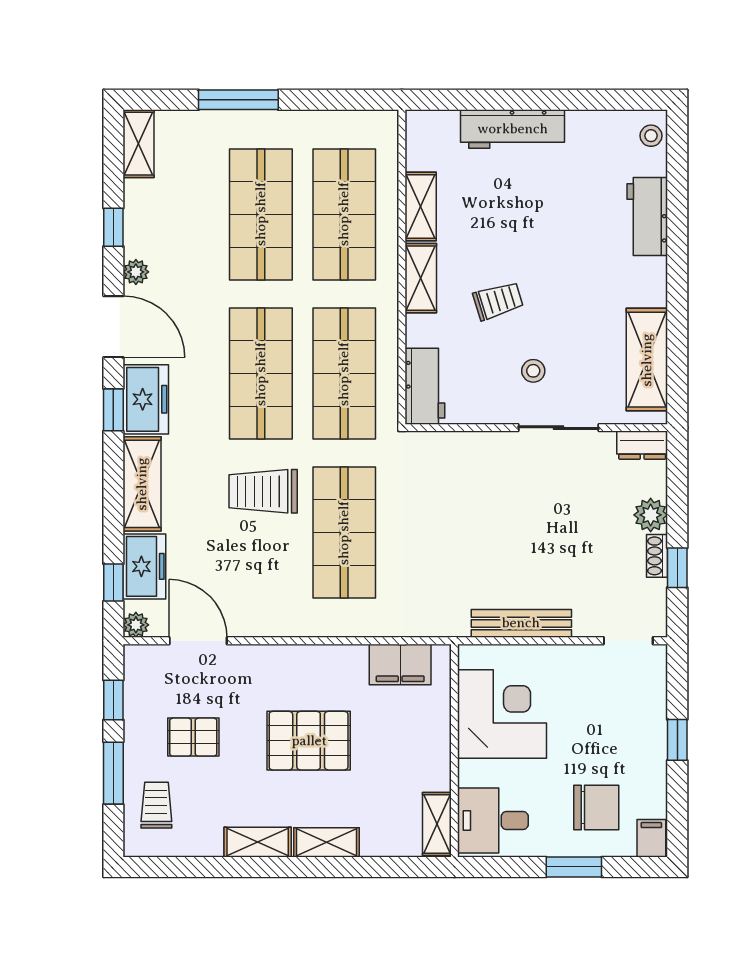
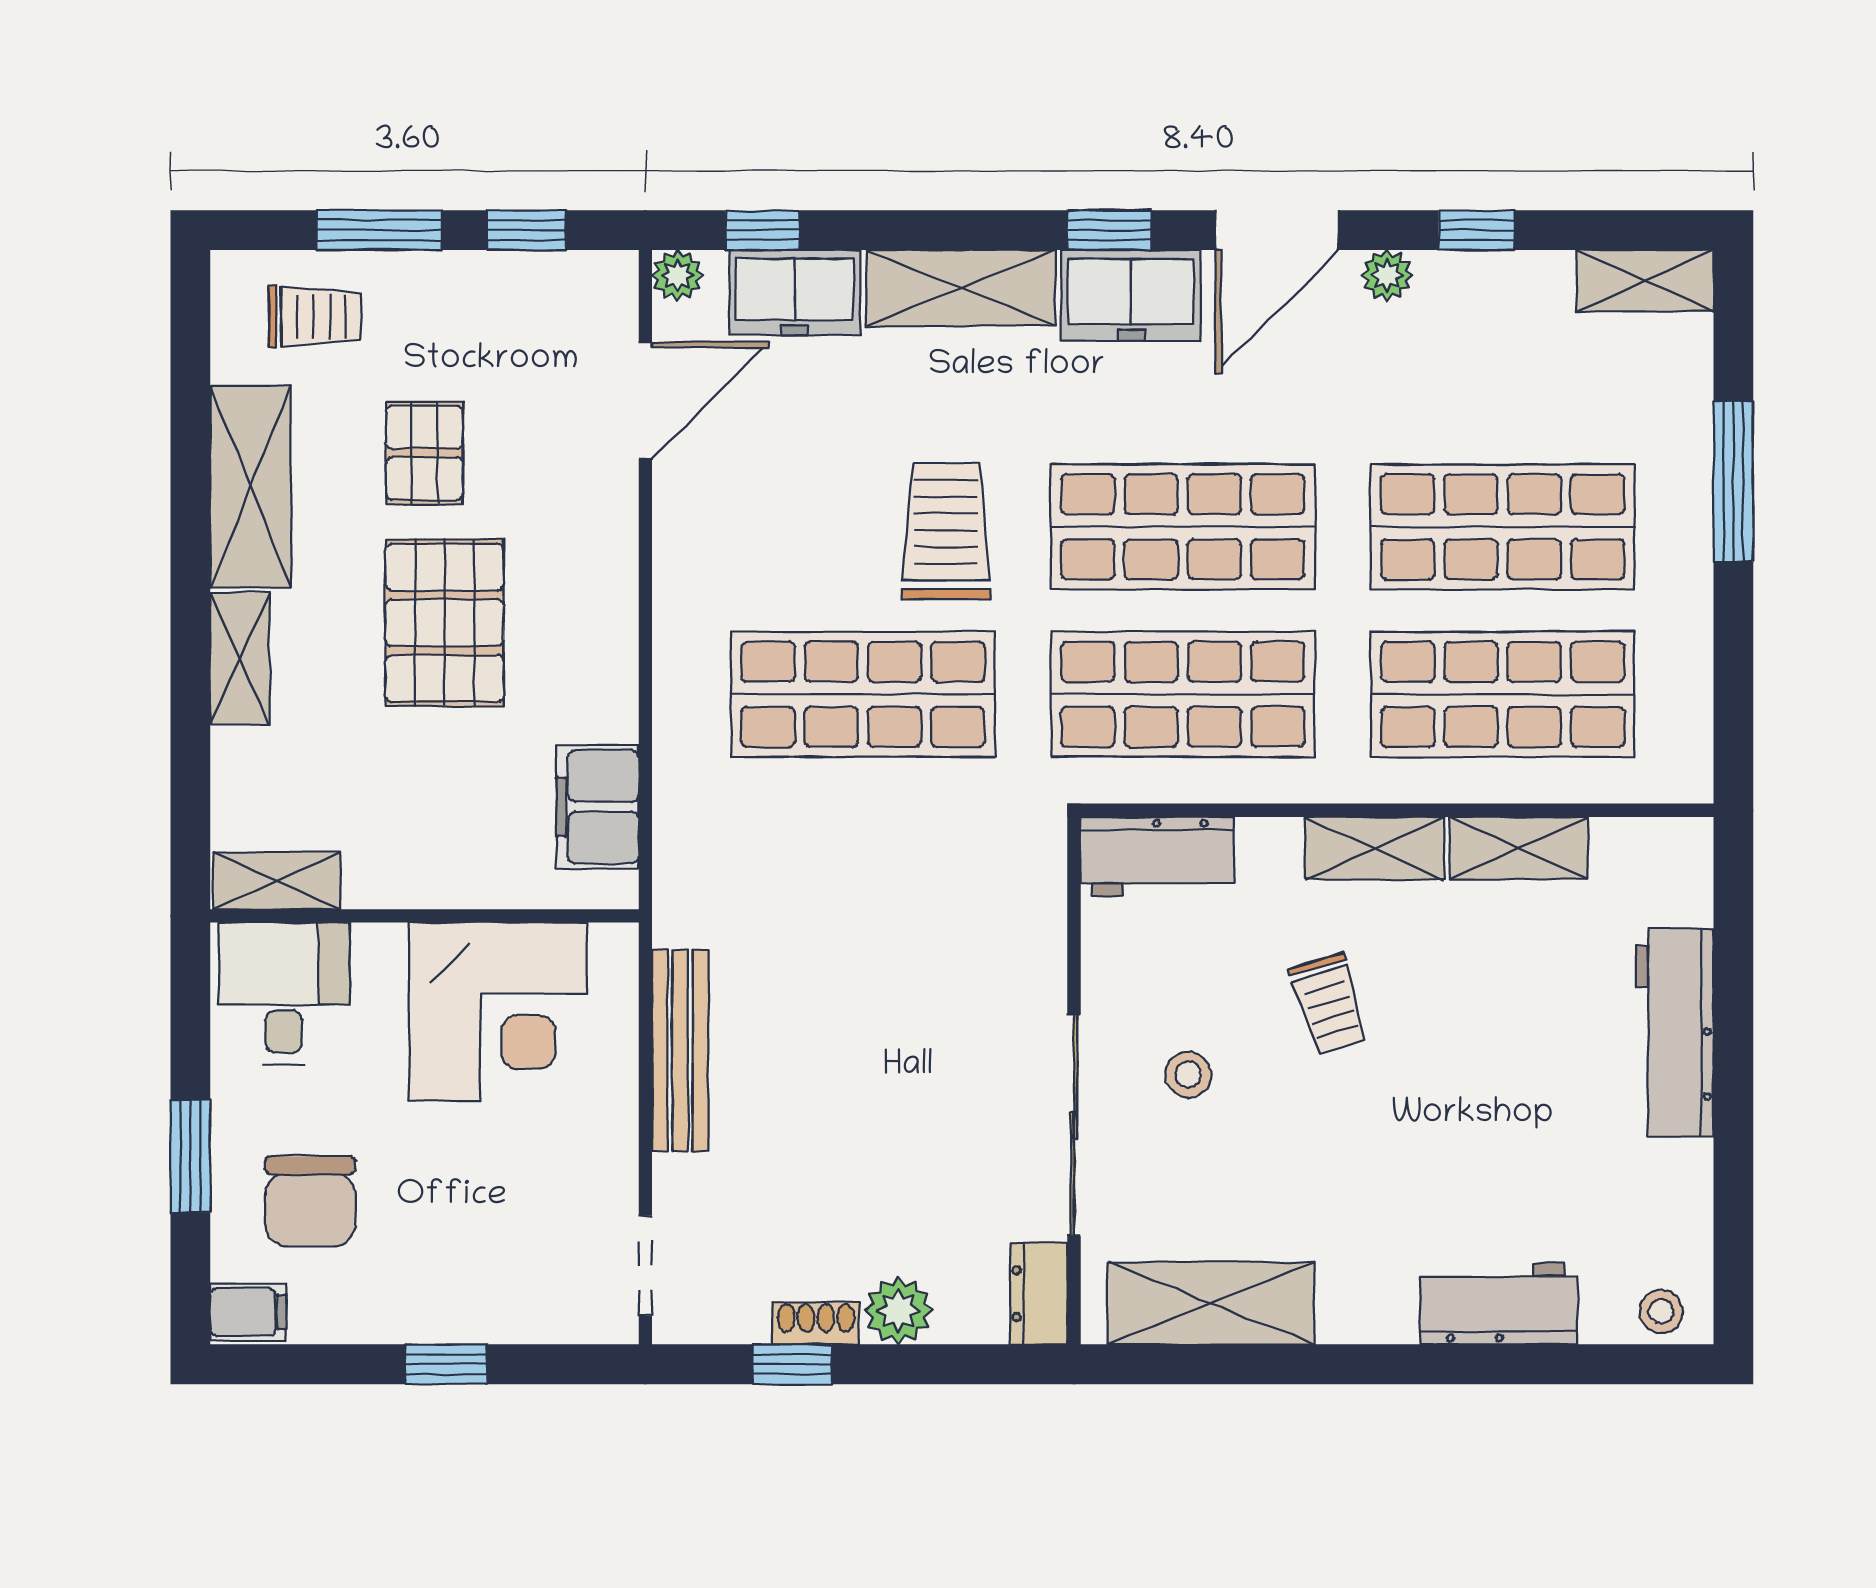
sliding door: (558, 428) -> (1074, 1125), width x1.37
pallet: (193, 737) -> (424, 453), moved
shelving: (258, 842) -> (251, 487), width x1.50, depth x1.33

